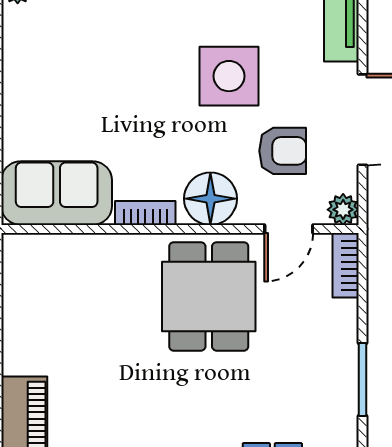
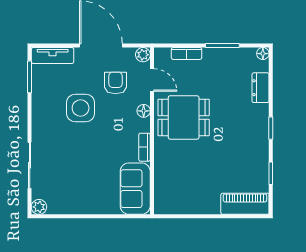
floor lamp: (210, 199) -> (144, 111), width x0.53, depth x0.53
bookcase: (346, 265) -> (187, 53), moved

